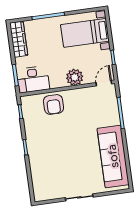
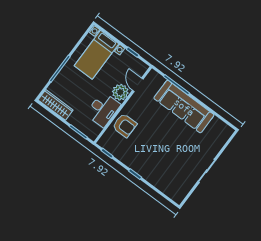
desk: (33, 79) -> (103, 109), moved
door: (104, 83) -> (138, 85), moved
sofa: (113, 156) -> (184, 107), moved

